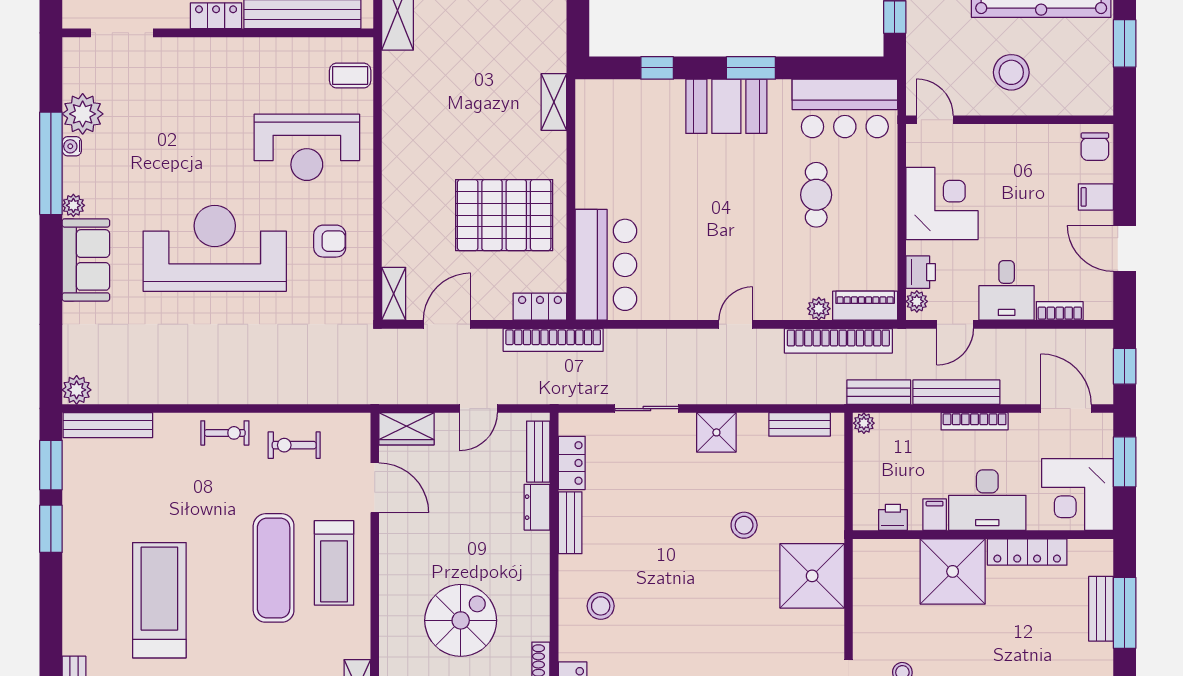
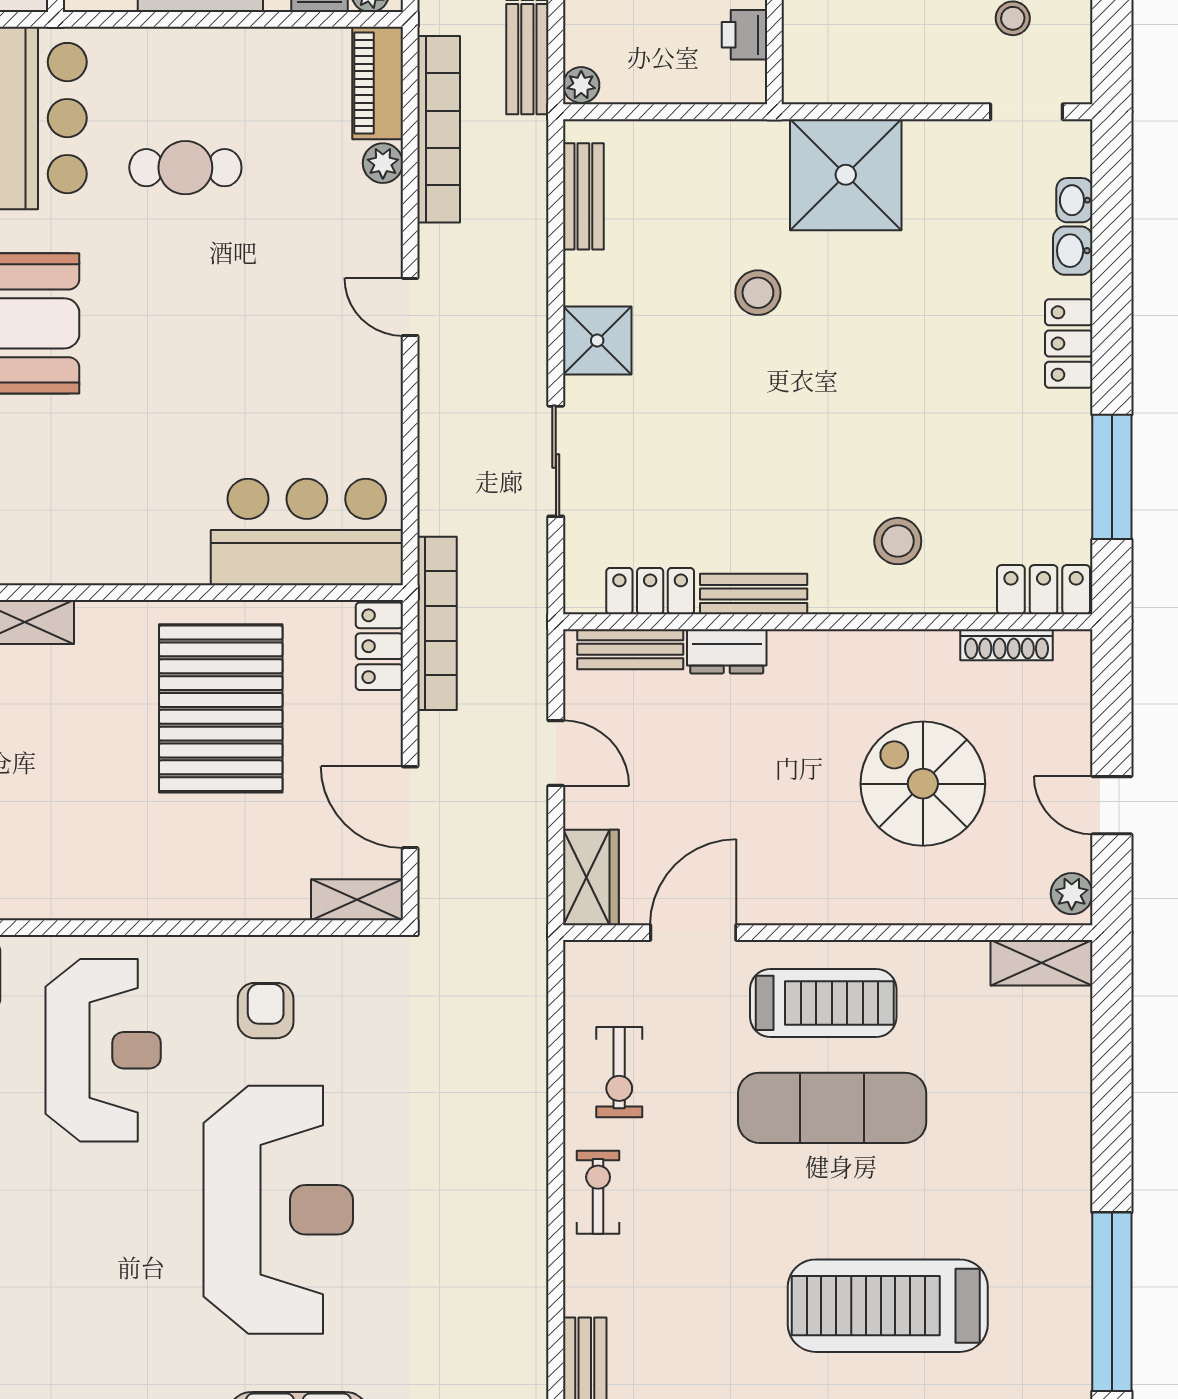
reception desk: (215, 248) -> (278, 1210), turned 180

